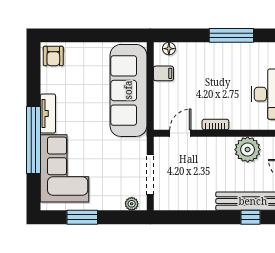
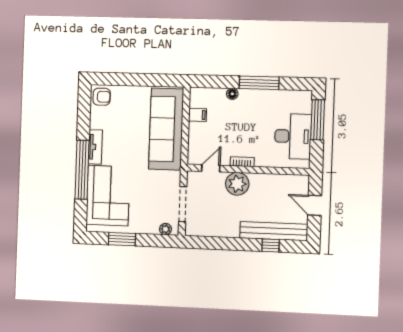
floor lamp: (169, 49) -> (232, 94), moved
armchair: (53, 56) -> (102, 97), turned -90
plant: (248, 150) -> (237, 184), moved

